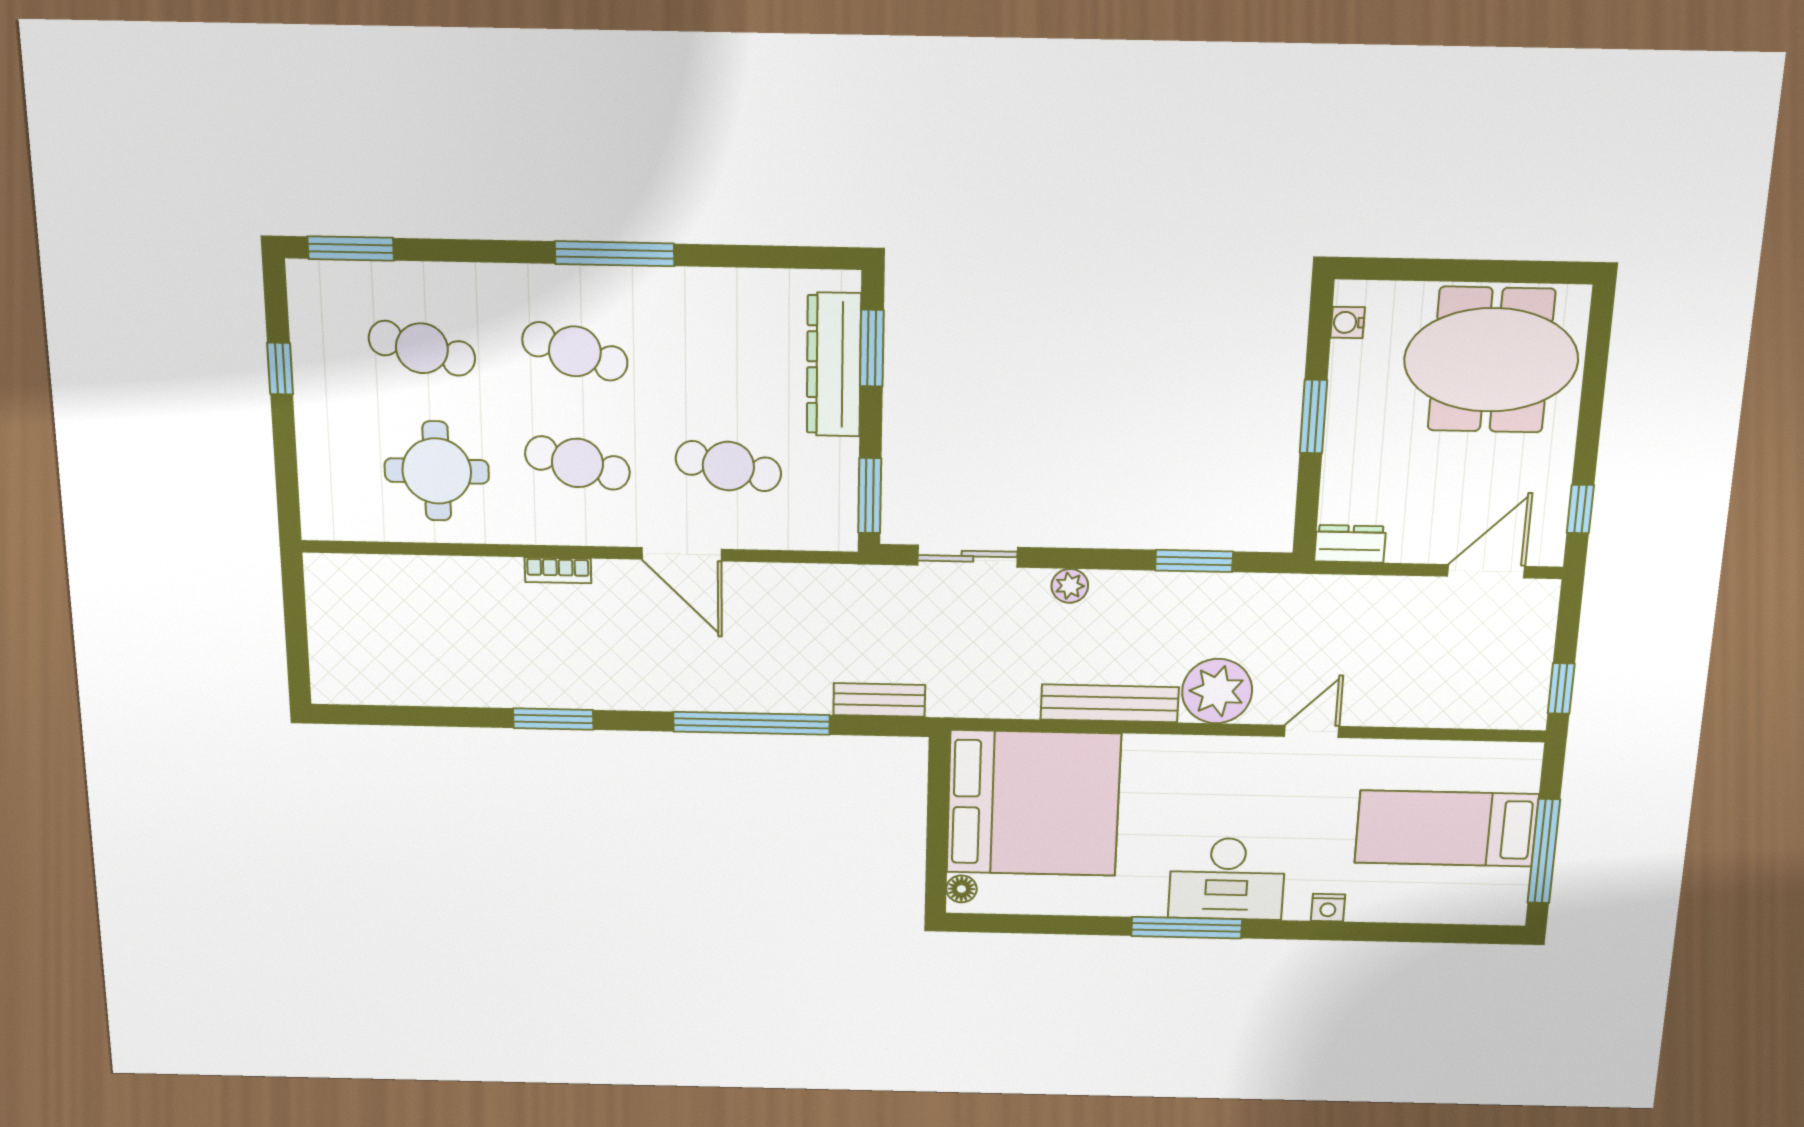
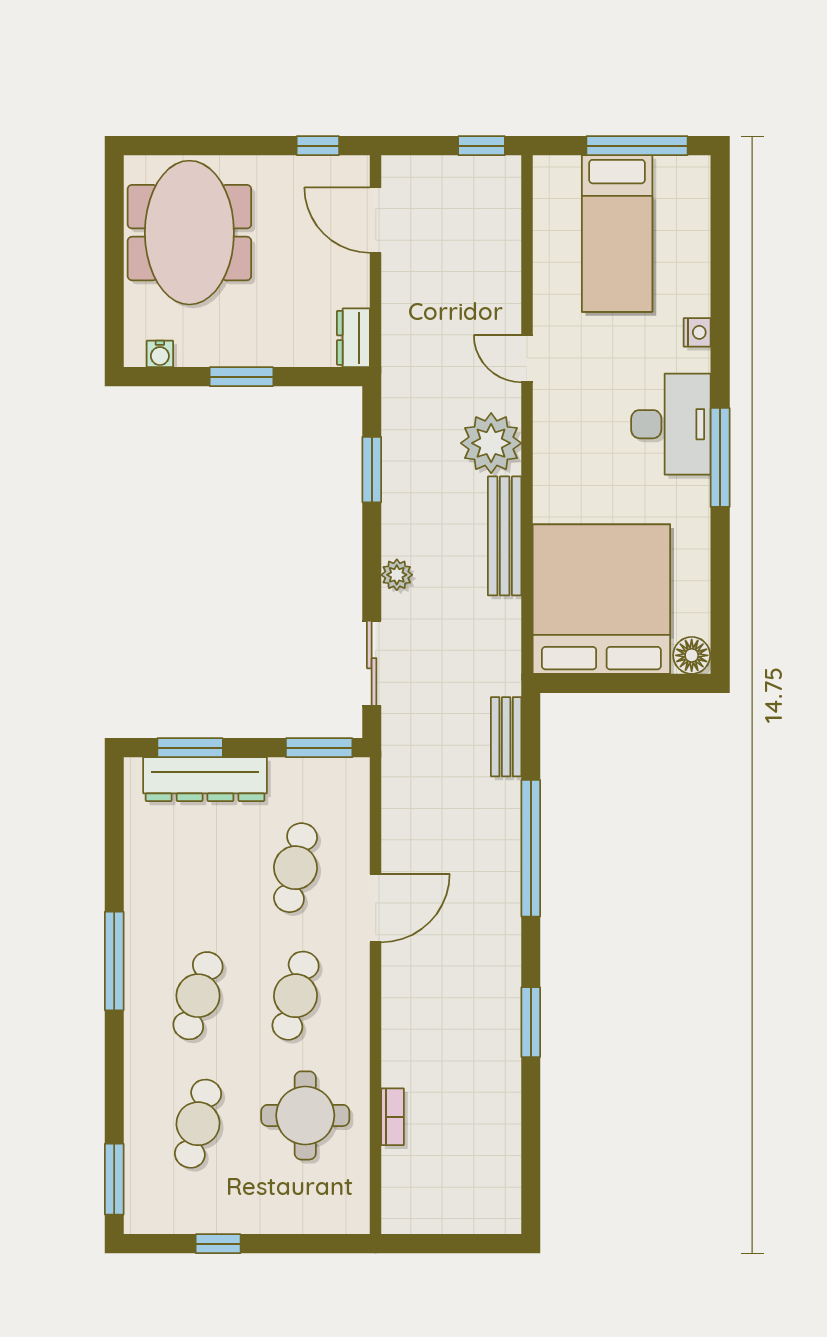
bookcase: (558, 570) -> (393, 1117), moved
floor lamp: (961, 889) -> (692, 655), width x1.37, depth x1.37

